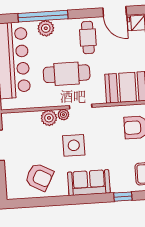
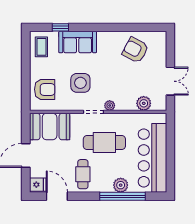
plant: (49, 118) -> (144, 103), moved
side table: (74, 145) -> (80, 83), moved
sofa: (89, 183) -> (78, 42), moved

